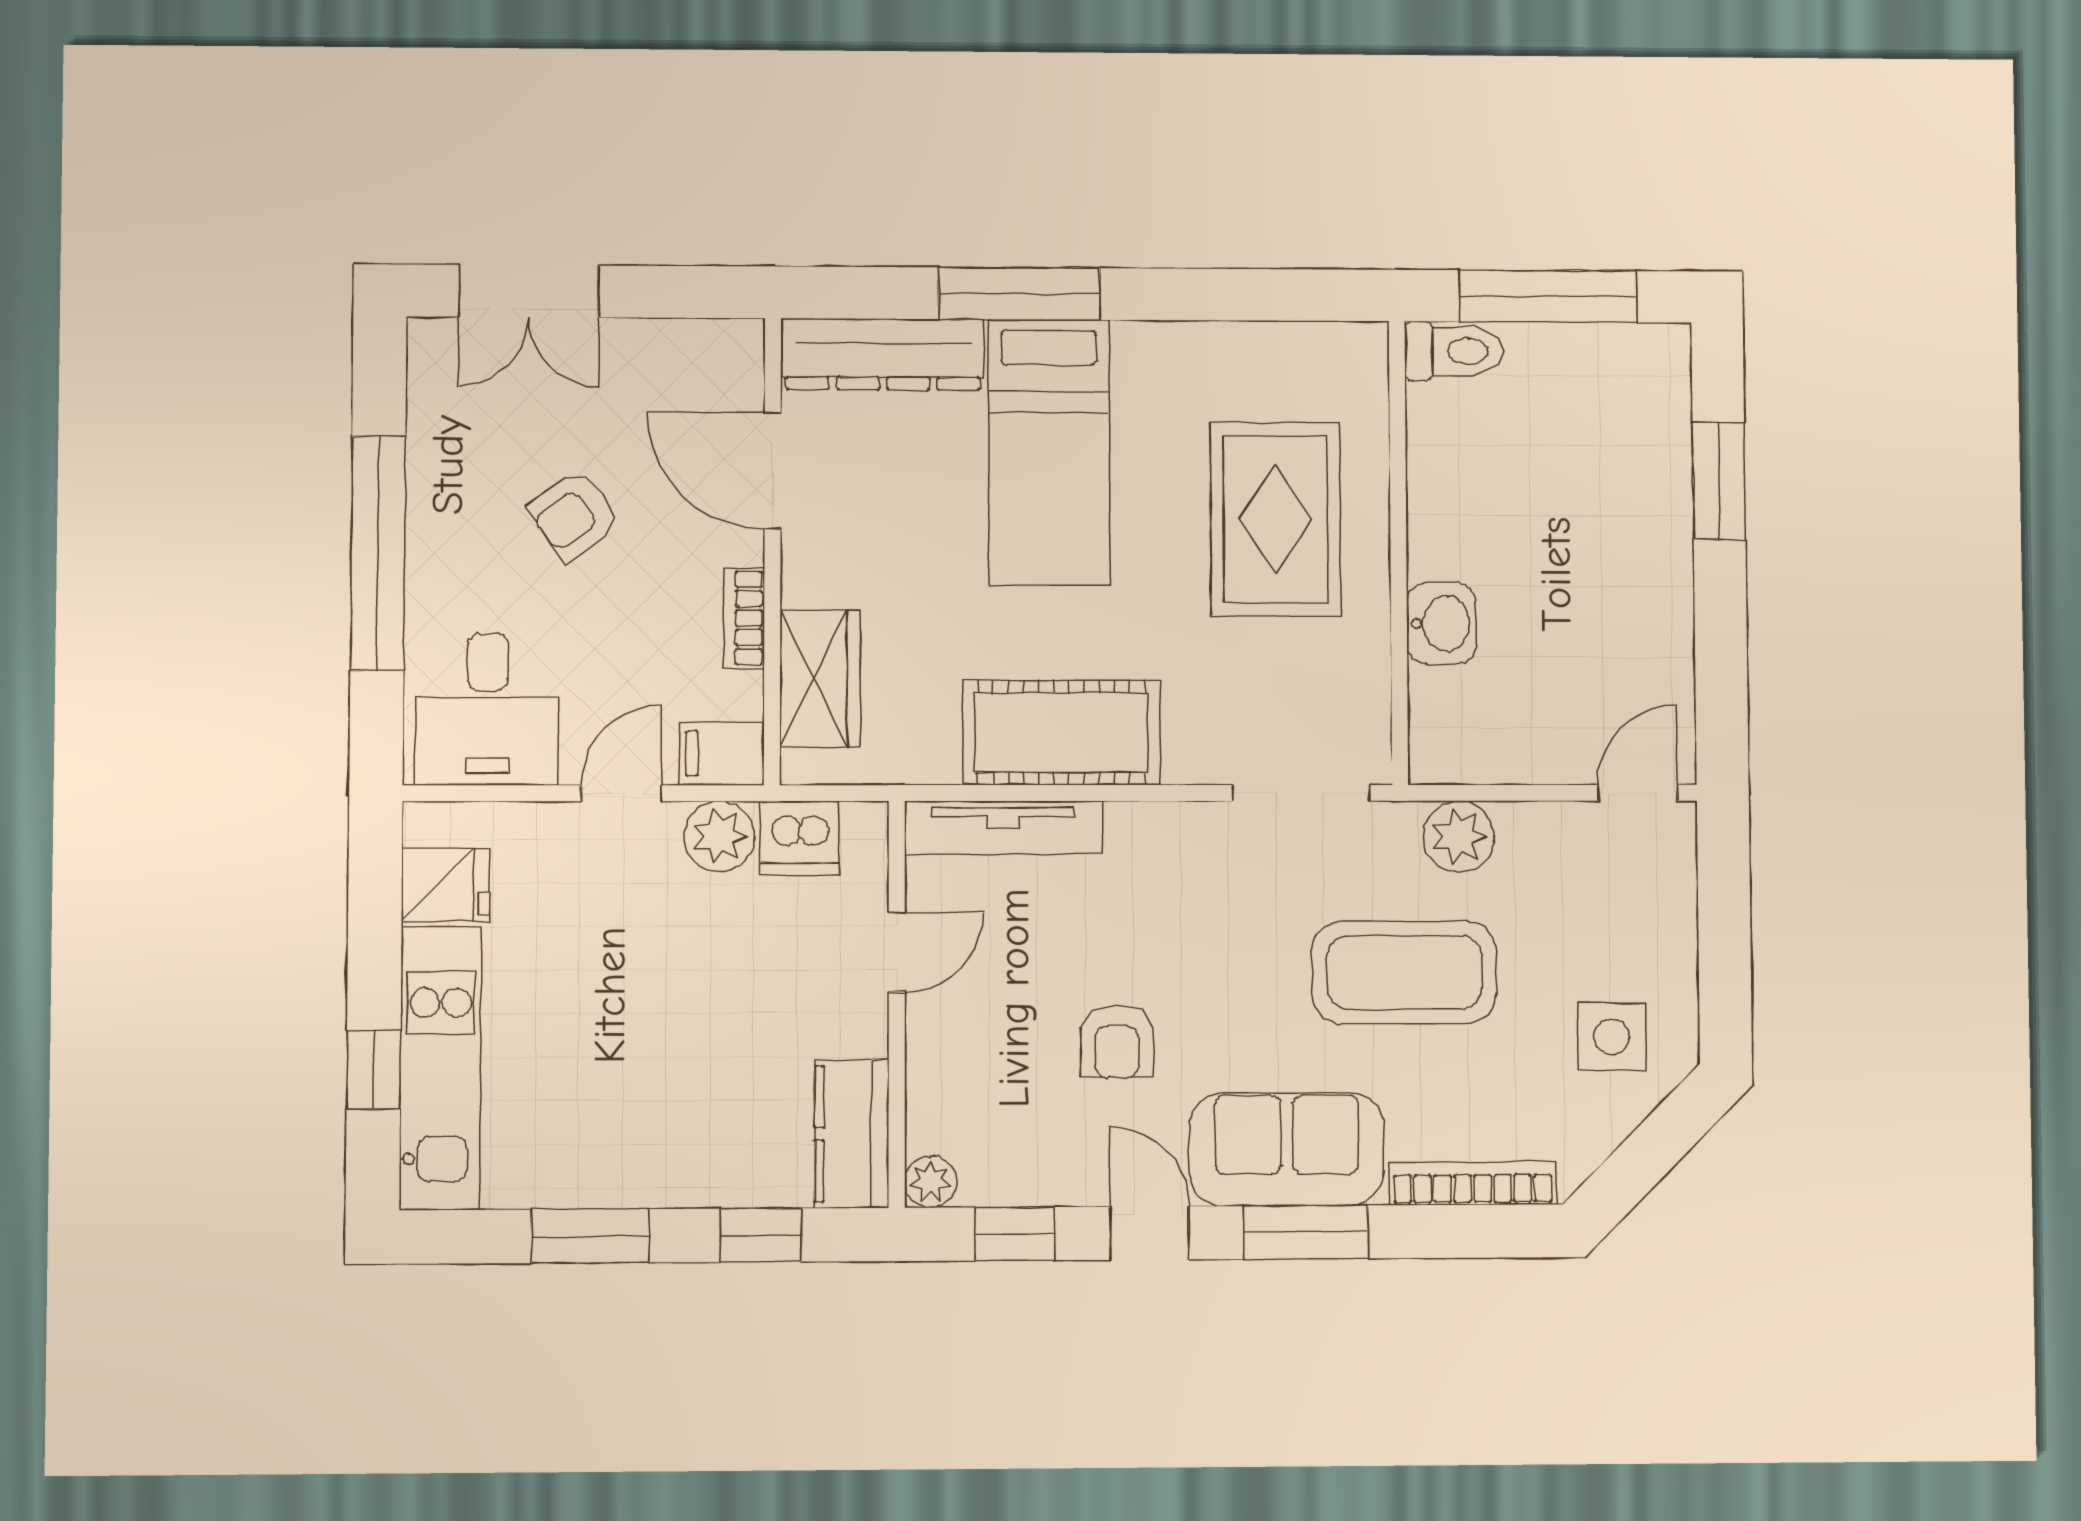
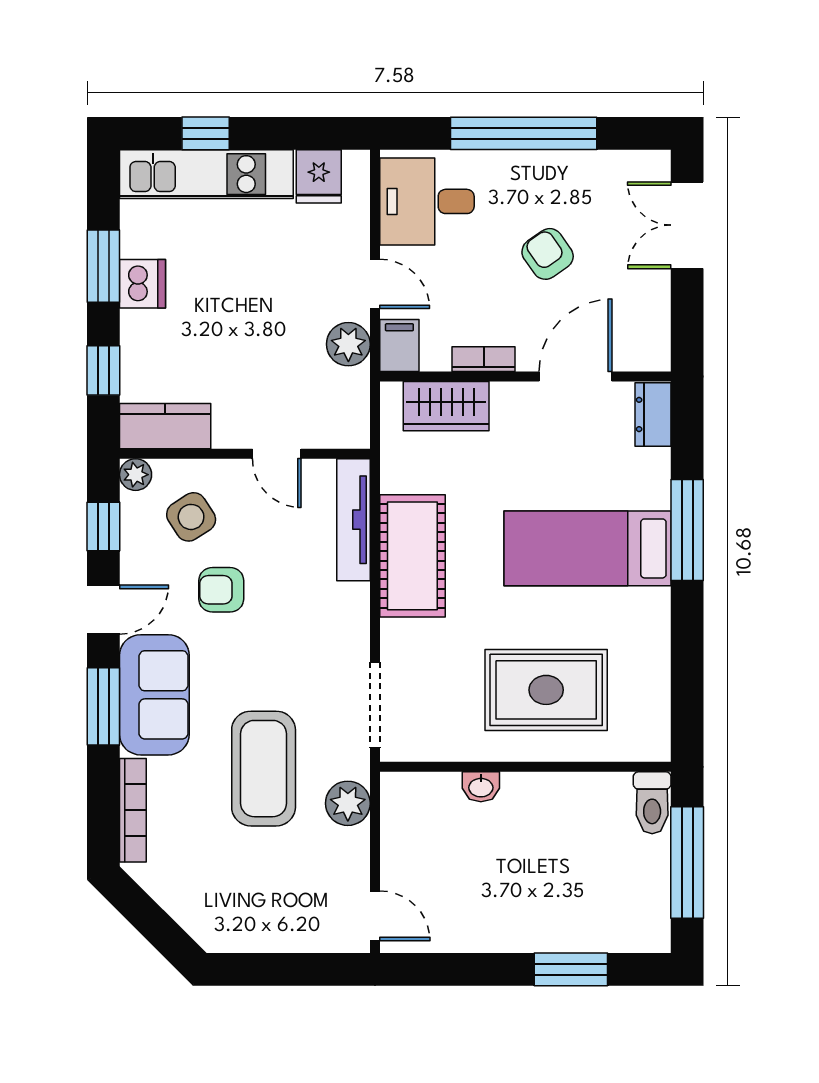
dresser: (883, 354) -> (653, 414), width x0.51, depth x0.80
washbasin: (1441, 623) -> (481, 787), width x0.72, depth x0.69
dishwasher: (799, 838) -> (142, 284), moved, turned 180
side table: (1612, 1037) -> (191, 517), moved, turned -34

